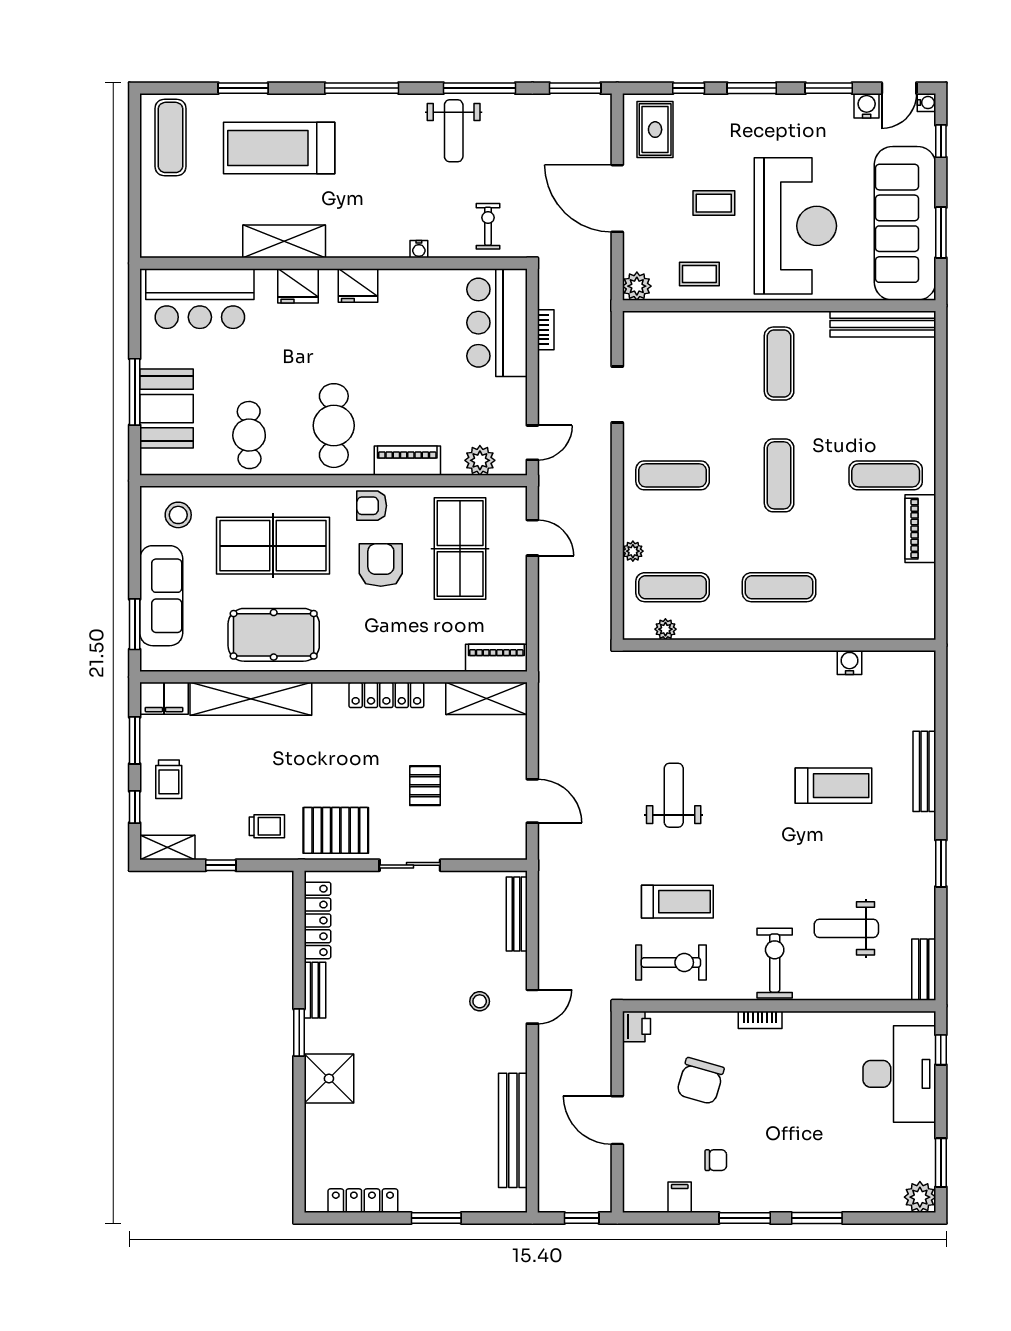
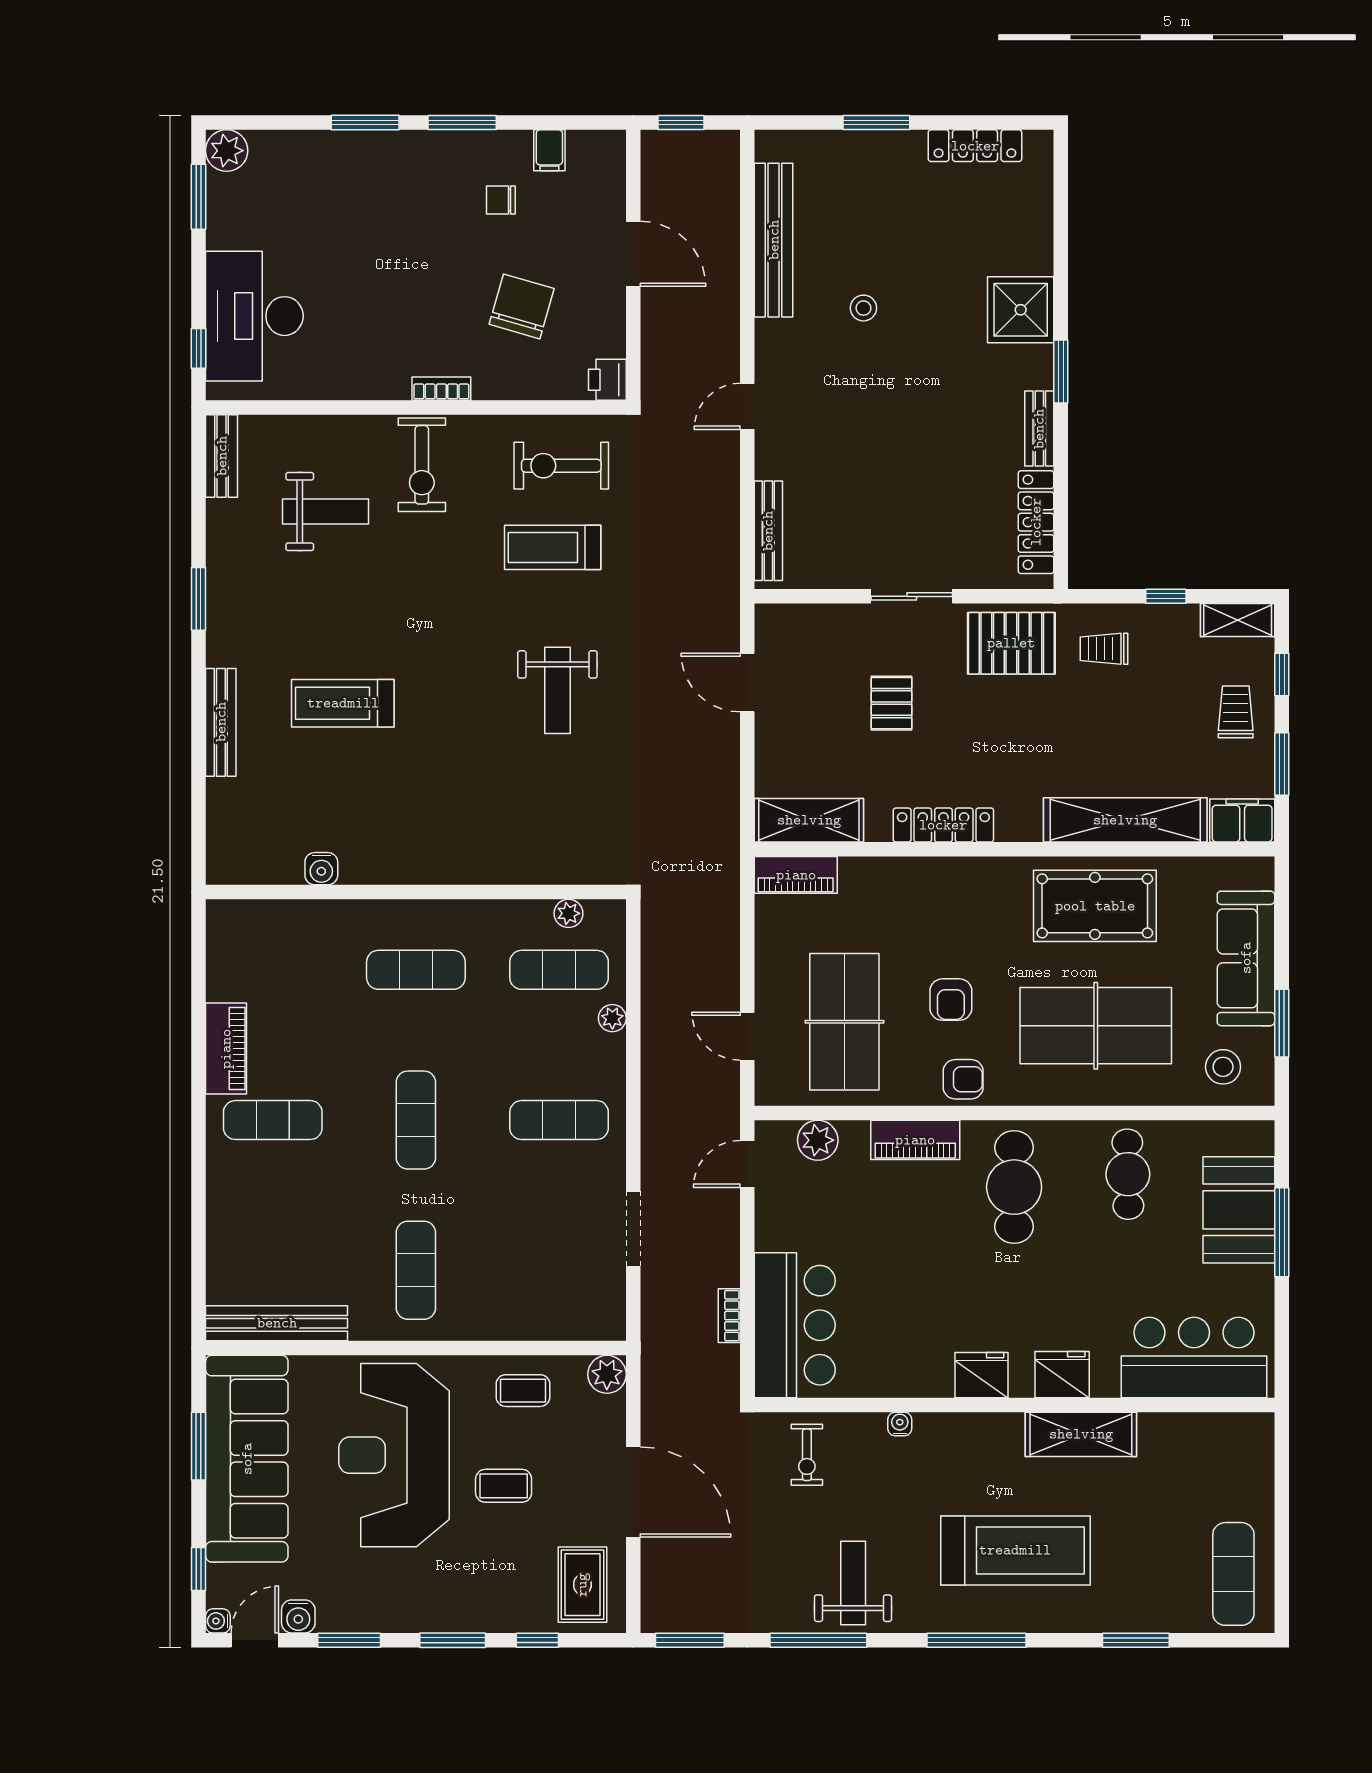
treadmill: (279, 148) -> (1015, 1550), moved
armchair: (381, 565) -> (951, 1000), width x0.72, depth x0.72
window: (135, 624) -> (1282, 1023), moved
stool: (480, 1001) -> (863, 308), moved

